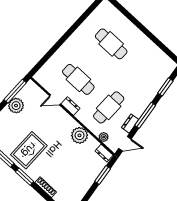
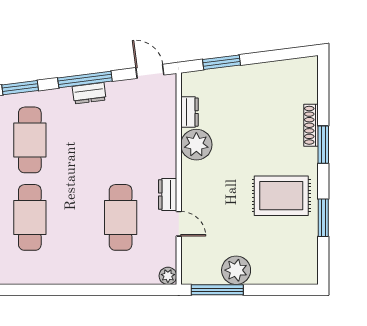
cafe table: (109, 107) -> (30, 140), moved, turned 90
dresser: (130, 124) -> (89, 93), moved
plant: (104, 137) -> (168, 276), moved
dresser: (104, 153) -> (189, 112), moved
window: (25, 177) -> (323, 145), moved

